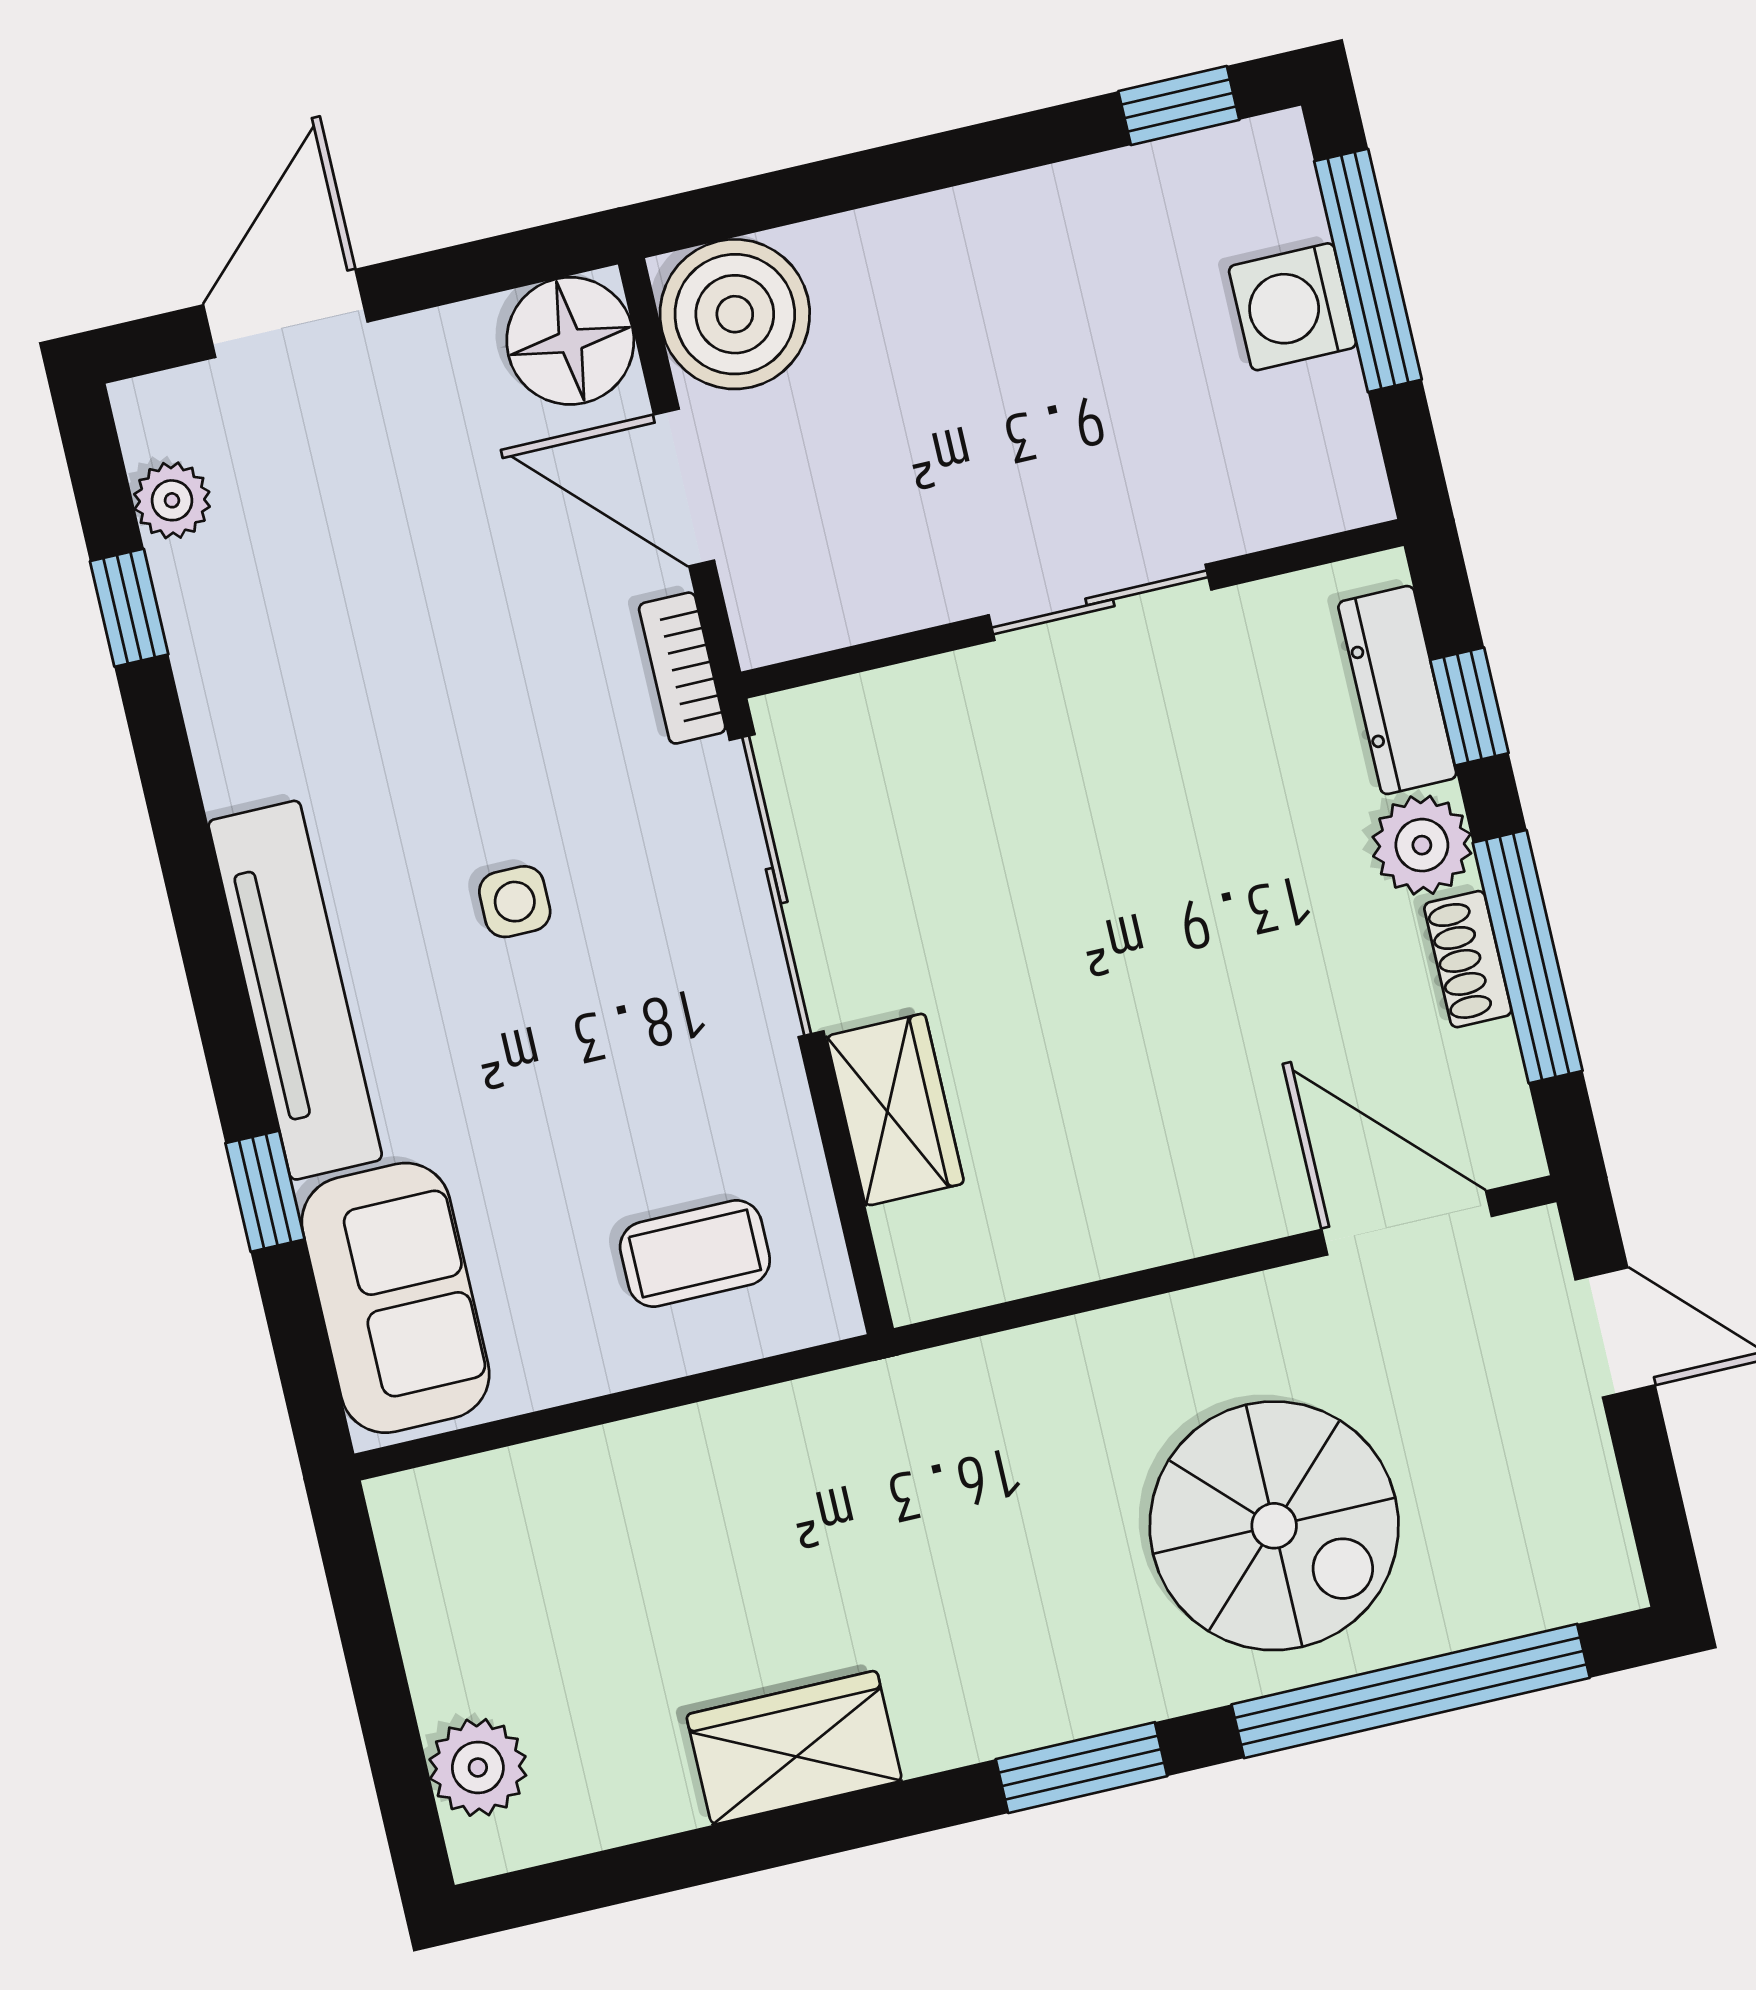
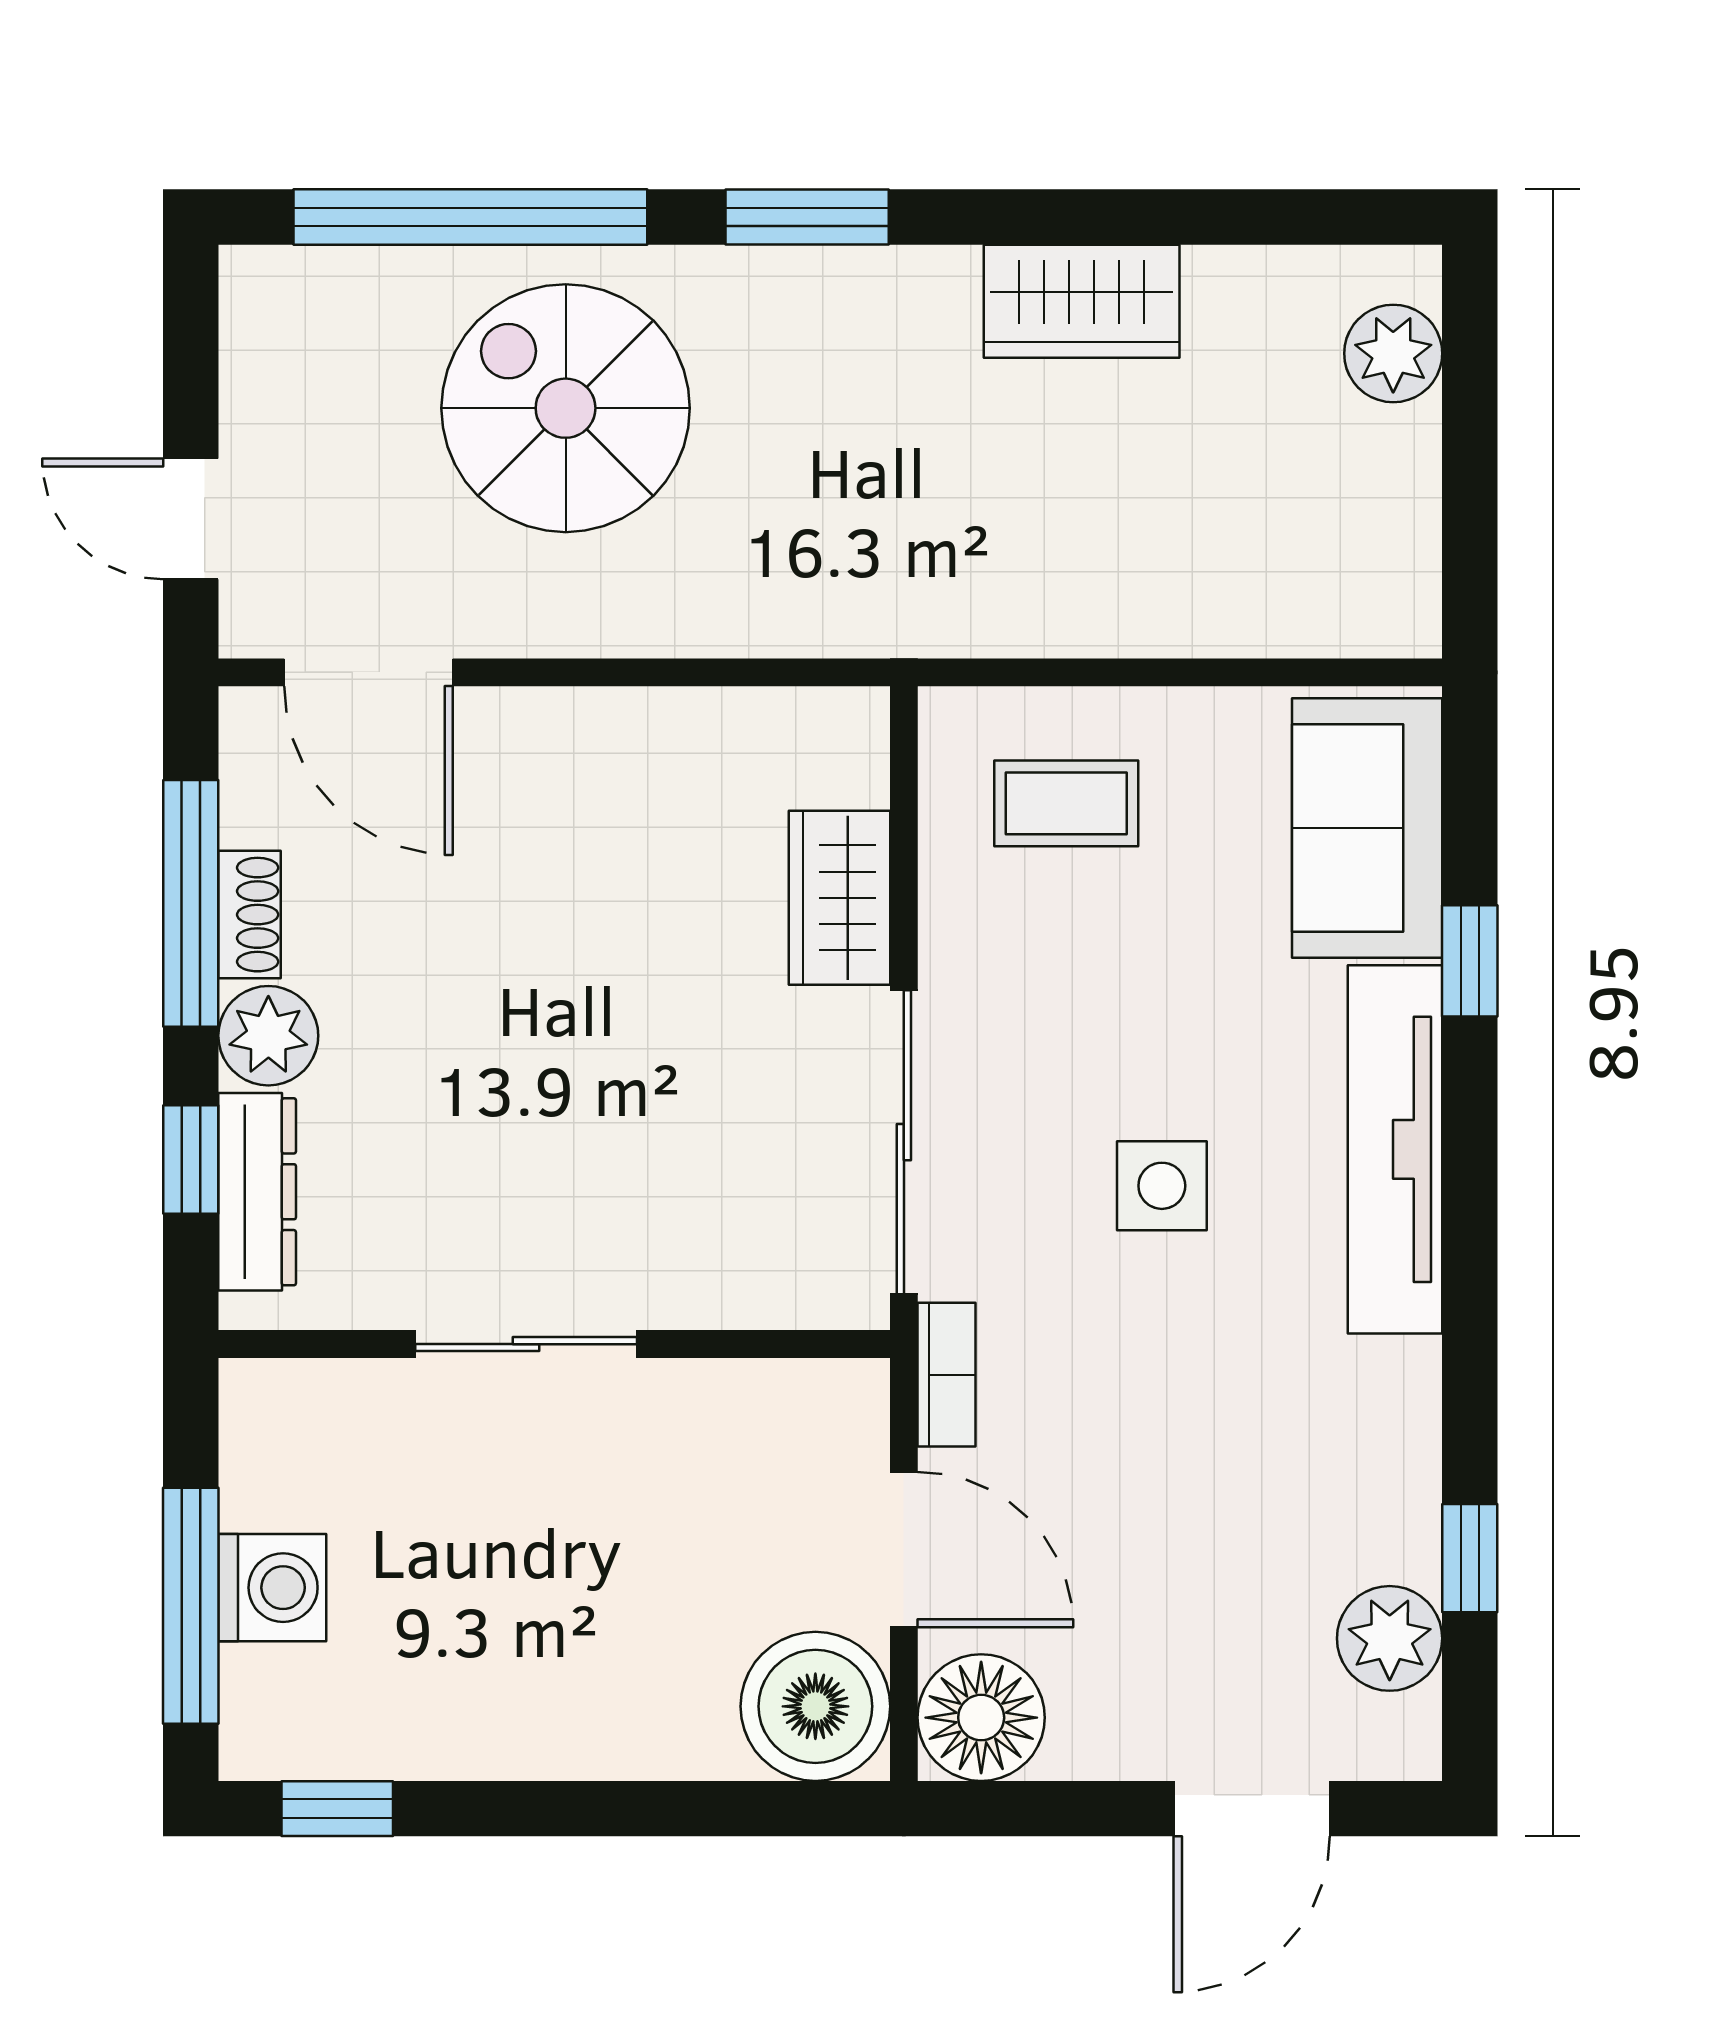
plant: (172, 500) -> (1390, 1638), width x1.38, depth x1.38
side table: (515, 902) -> (1162, 1186), width x1.37, depth x1.37

